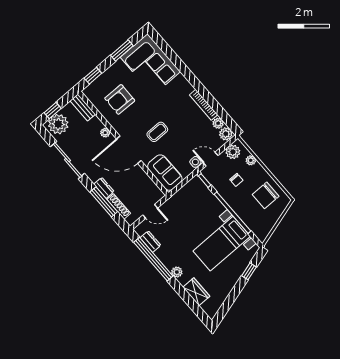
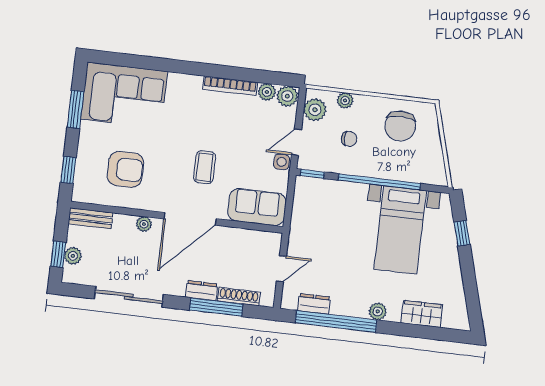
armchair: (120, 99) -> (125, 169), turned -91
plant: (58, 124) -> (73, 256), width x0.53, depth x0.53

